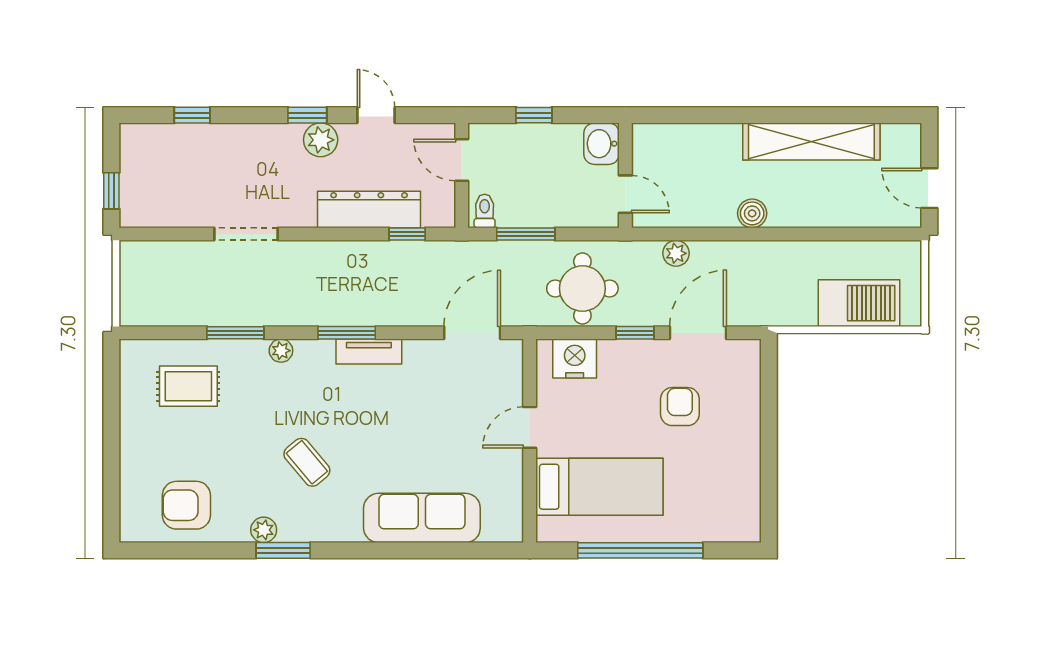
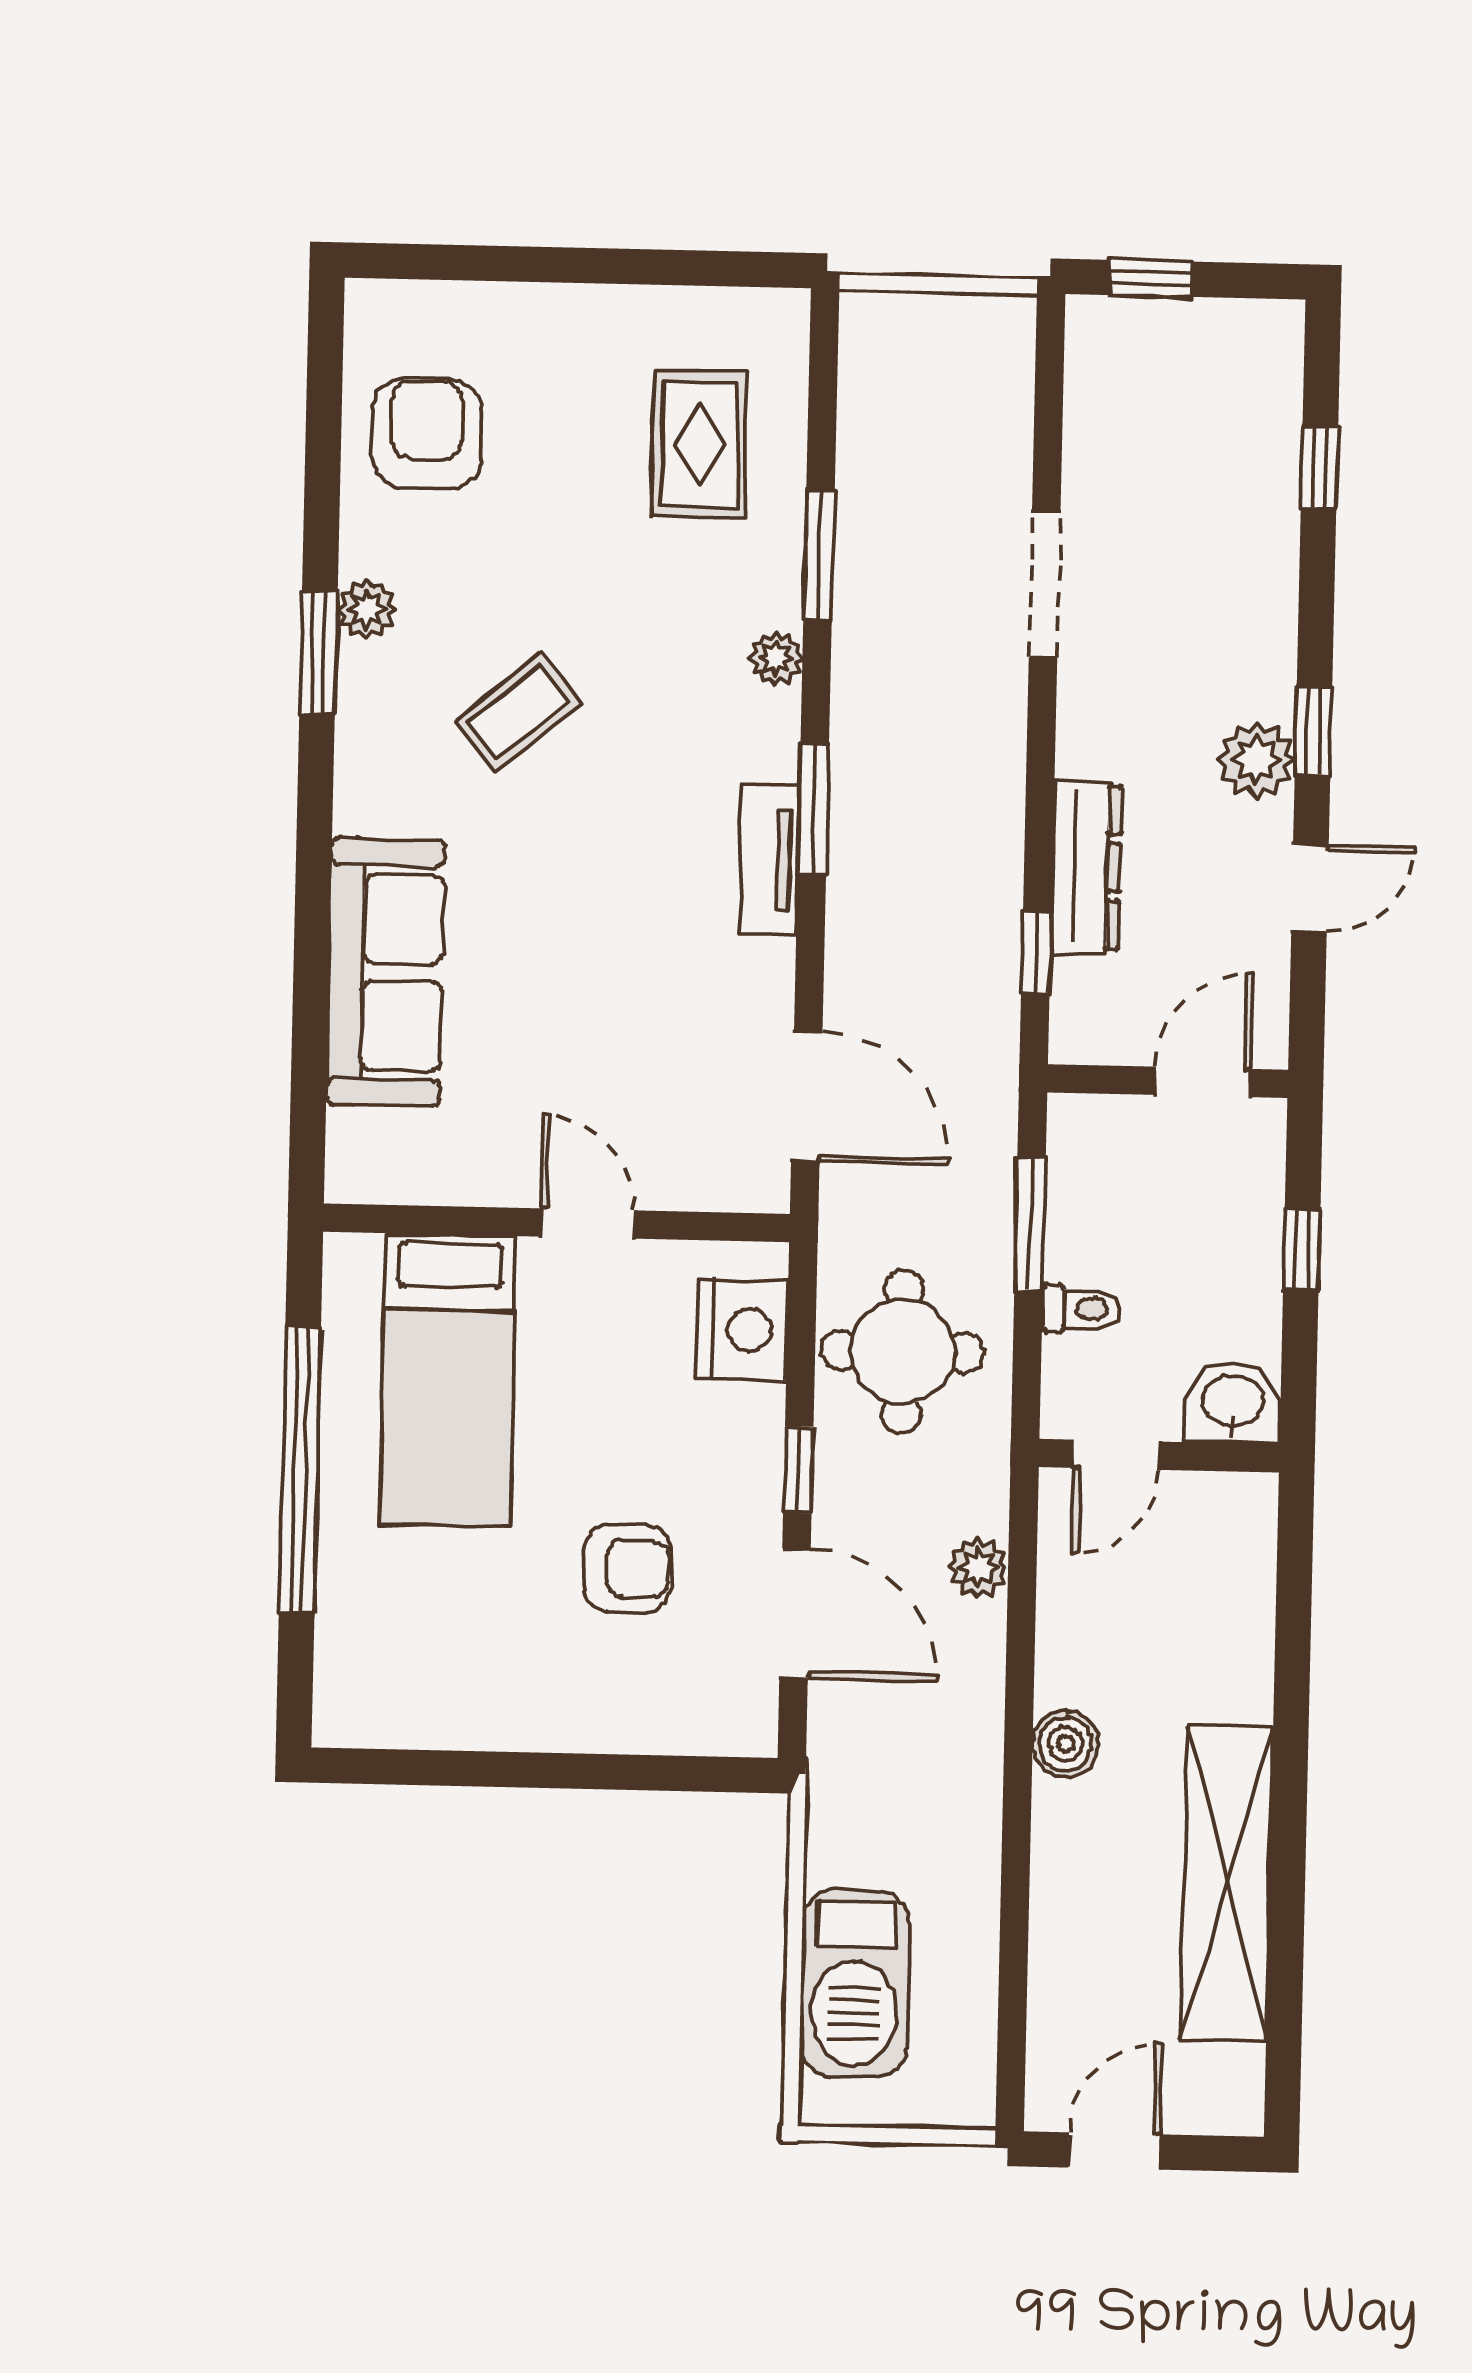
dresser: (369, 209) -> (1086, 867), width x0.73, depth x0.80
toilet: (485, 211) -> (1081, 1309), moved

